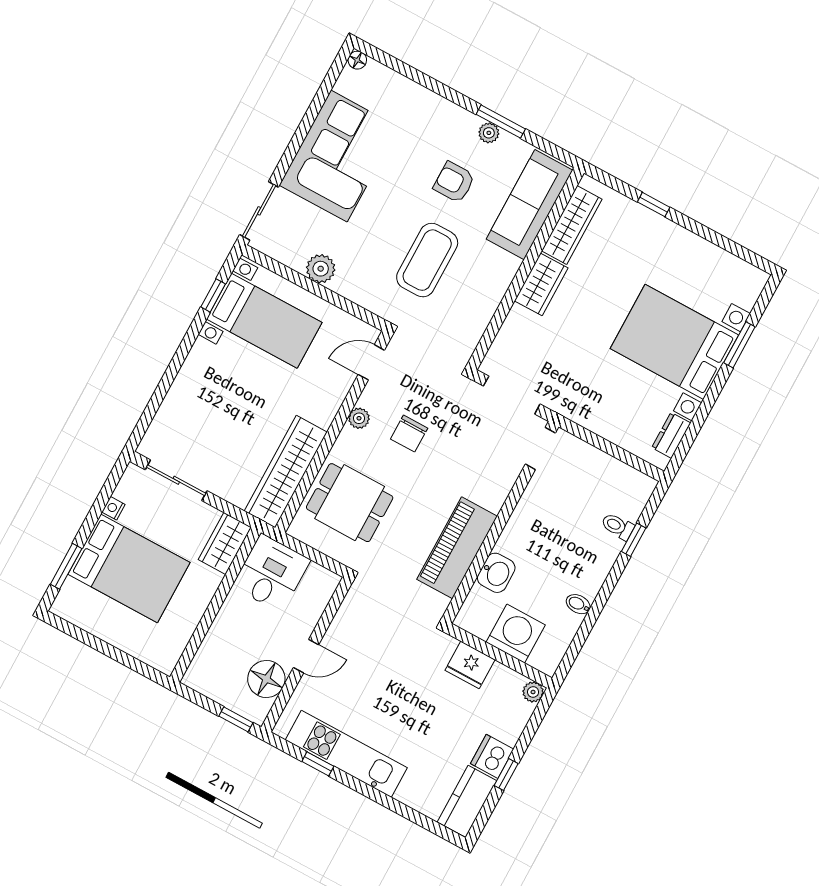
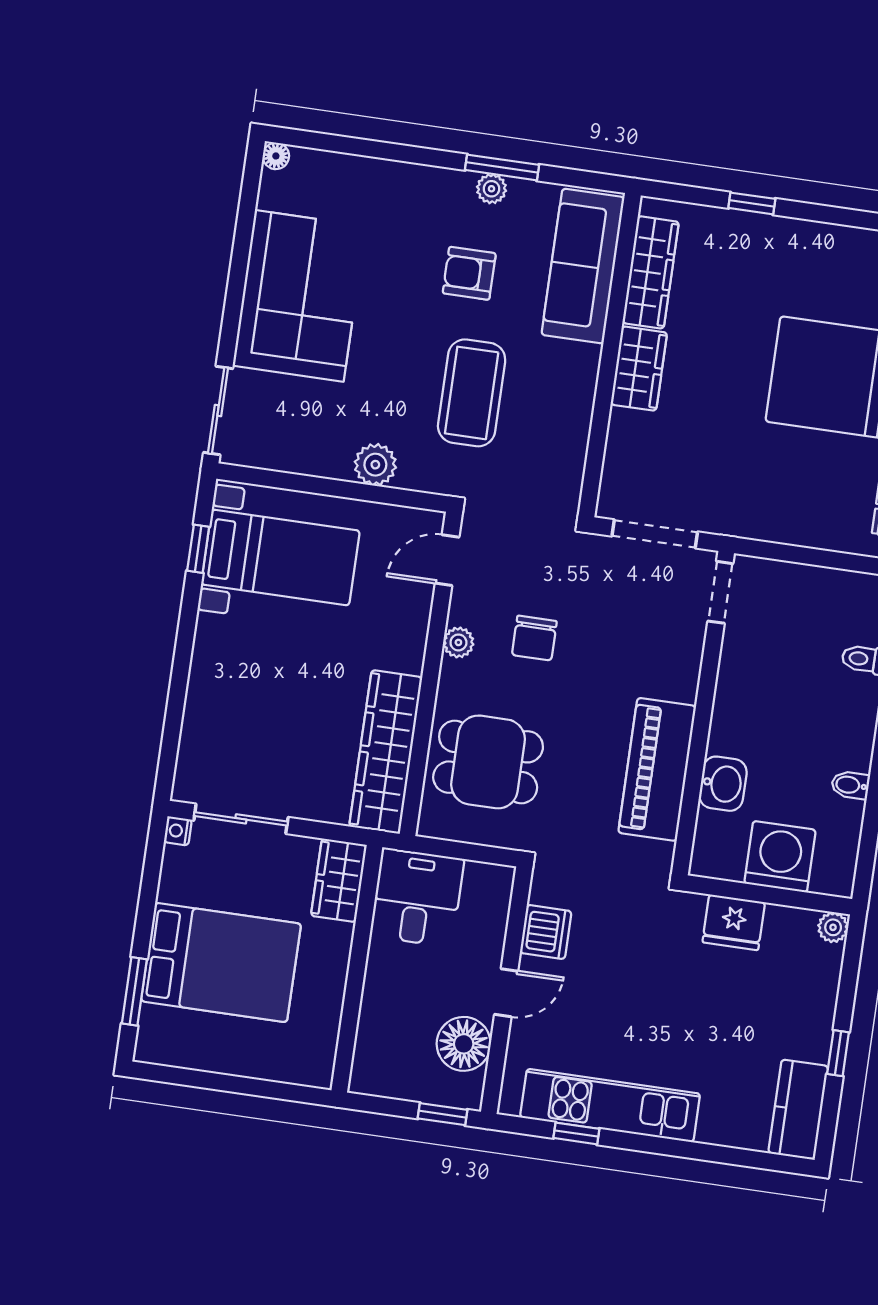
plant: (321, 269) -> (375, 465), moved
nightstand: (113, 508) -> (178, 831), moved
dishwasher: (492, 756) -> (546, 932), moved, turned 180

